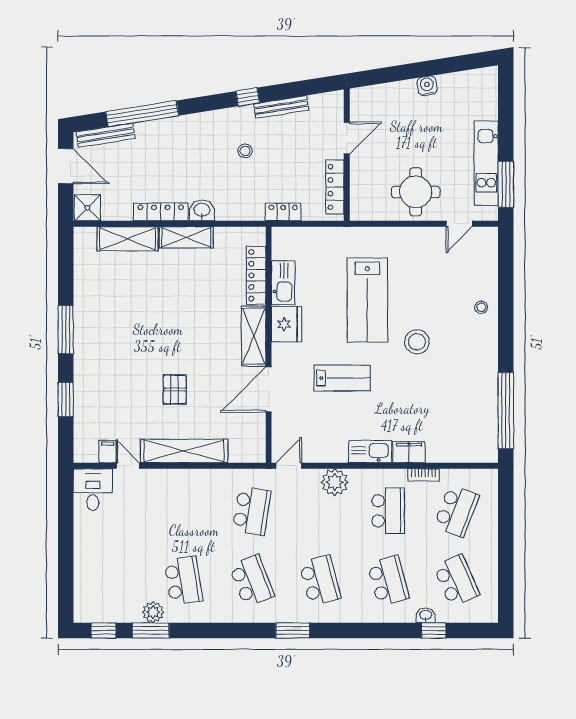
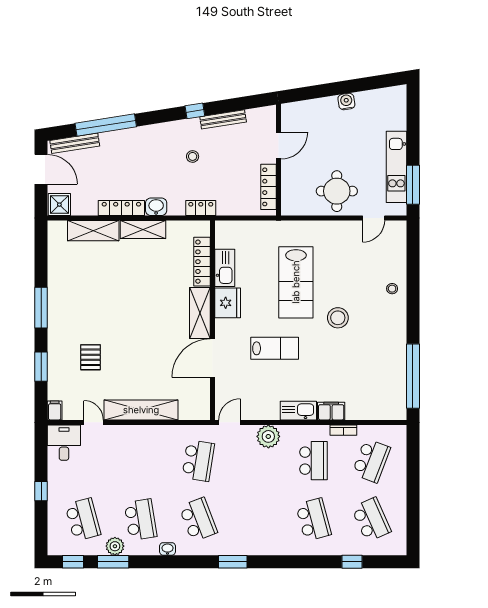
locker: (283, 212) -> (201, 208), moved
pallet: (175, 390) -> (91, 357), moved
filing cabinet: (108, 452) -> (55, 411), moved
window: (66, 547) -> (41, 491), added
school desk: (320, 581) -> (83, 520), moved
washbasin: (426, 615) -> (167, 549), moved

